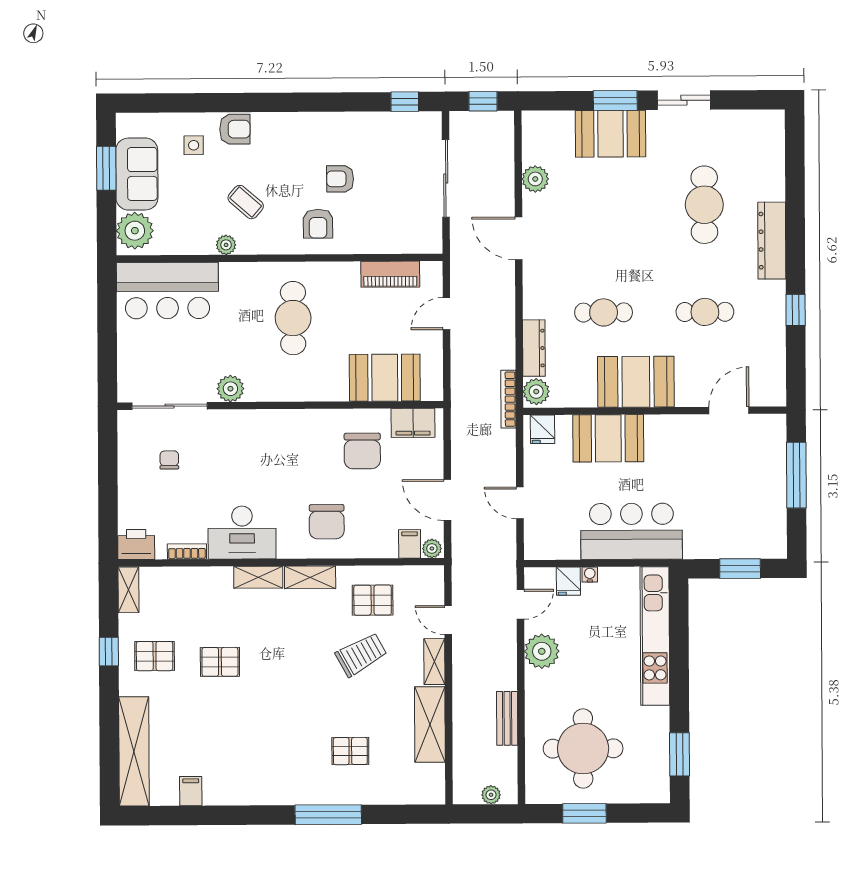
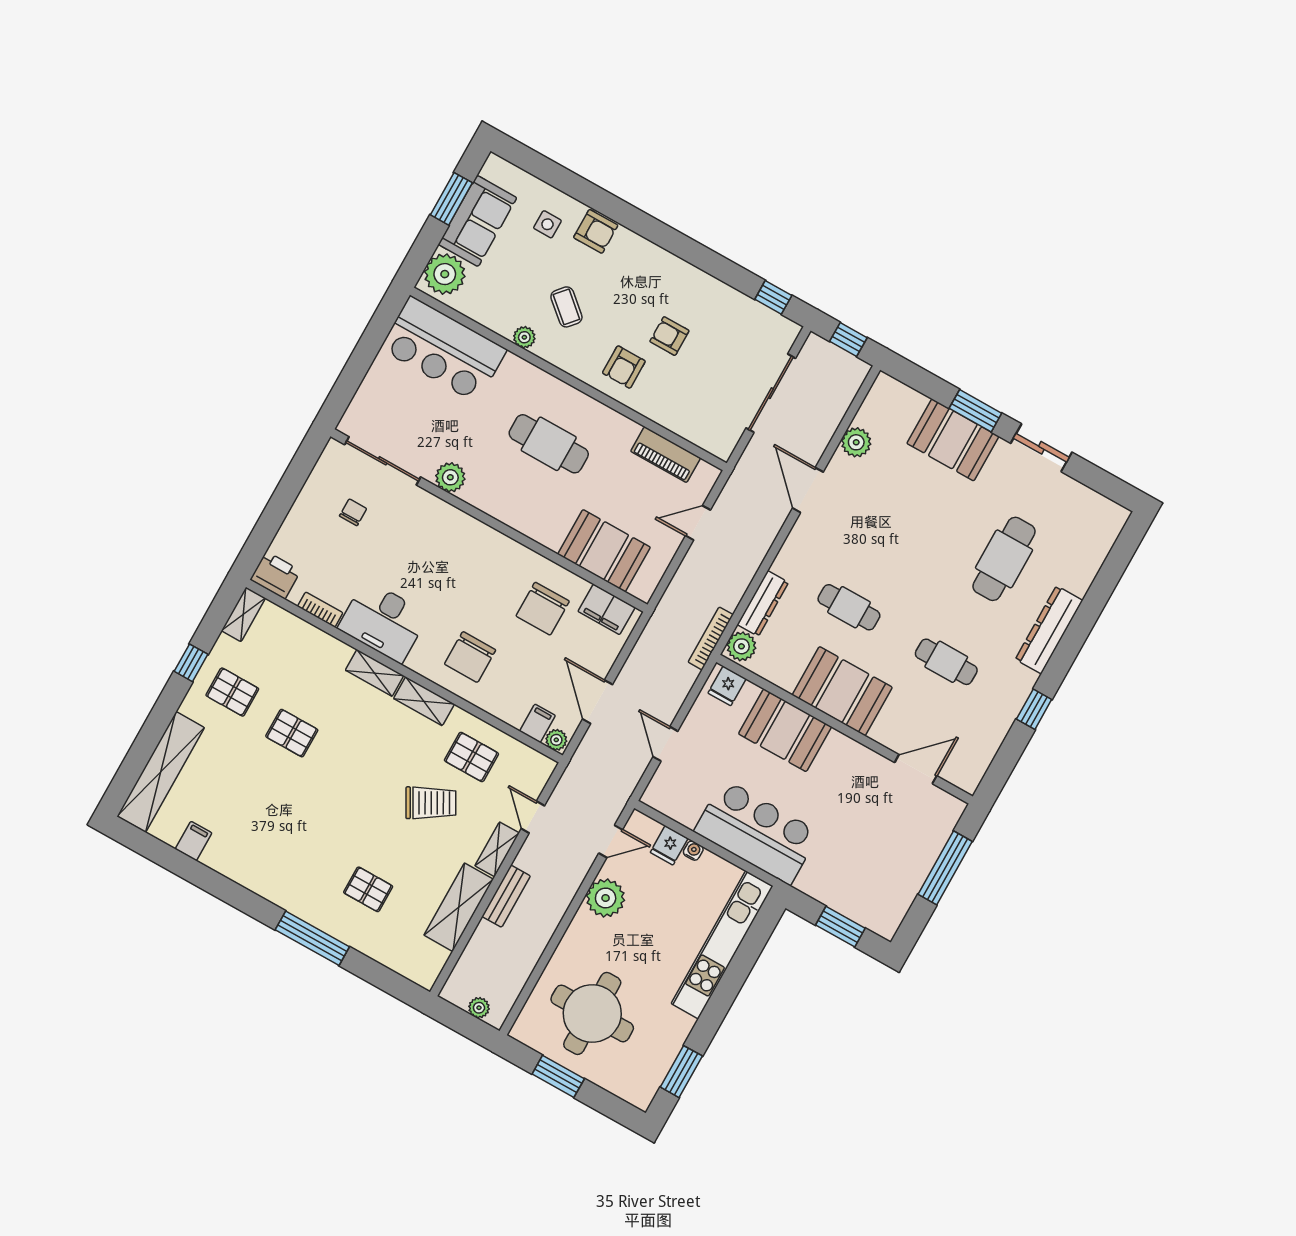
cafe table: (293, 318) -> (549, 444), turned 90
bench: (507, 718) -> (506, 896), moved

